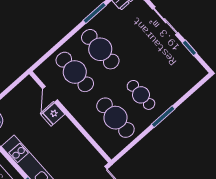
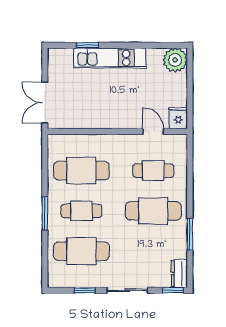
cafe table: (75, 72) -> (153, 171), width x0.73, depth x0.74
cafe table: (166, 72) -> (81, 251), added
fridge: (53, 114) -> (178, 118), moved

